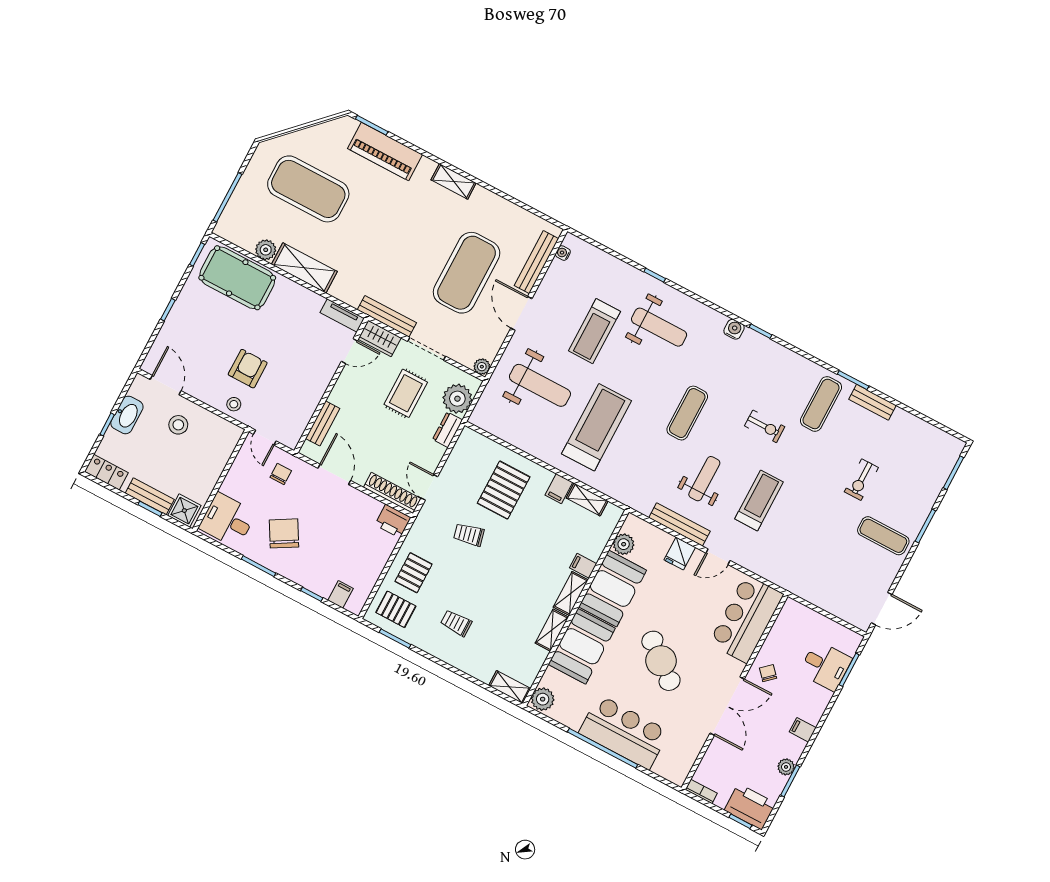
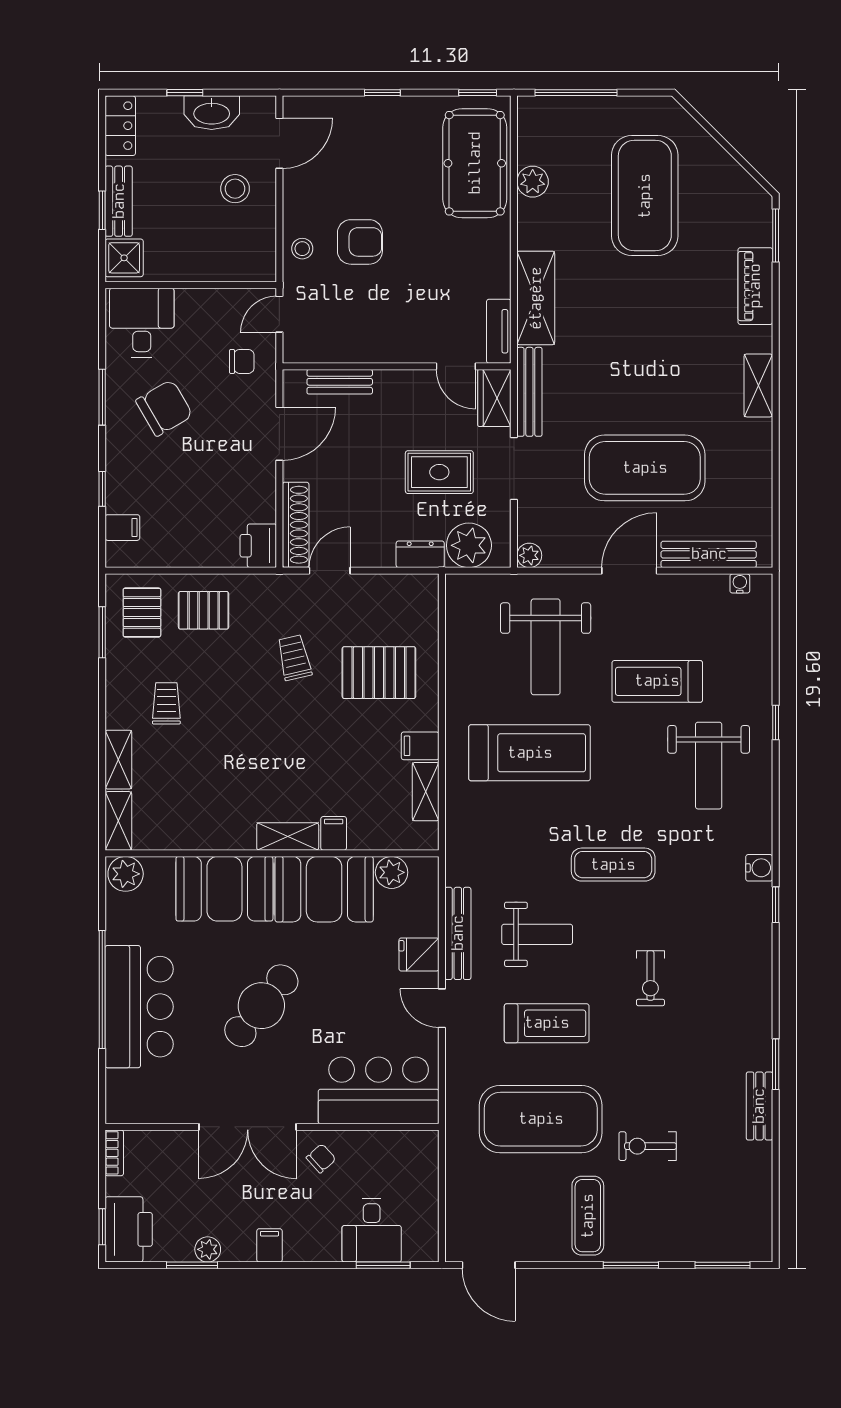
piano: (385, 151) -> (755, 286), width x0.73, depth x0.75
shelving: (304, 268) -> (536, 298), moved
exercise mat: (821, 404) -> (541, 1119), moved, width x2.00, depth x1.45
shelving: (552, 630) -> (118, 760), moved, turned 90

